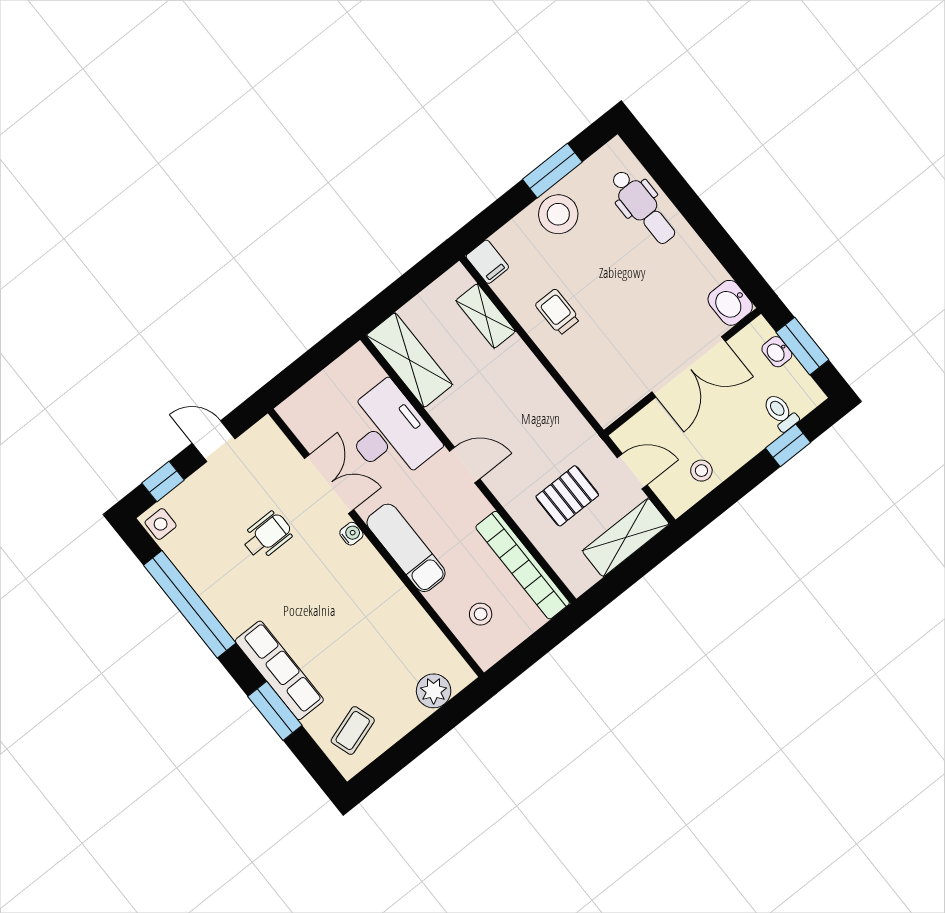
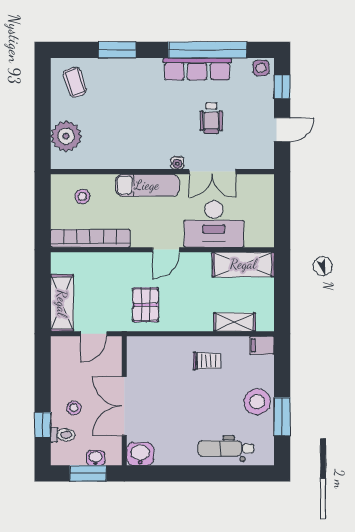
stool: (701, 471) -> (74, 408), moved
pallet: (567, 496) -> (146, 305), moved
row of seats: (279, 670) -> (197, 69), moved
plant: (434, 691) -> (66, 136), width x1.36, depth x1.36

